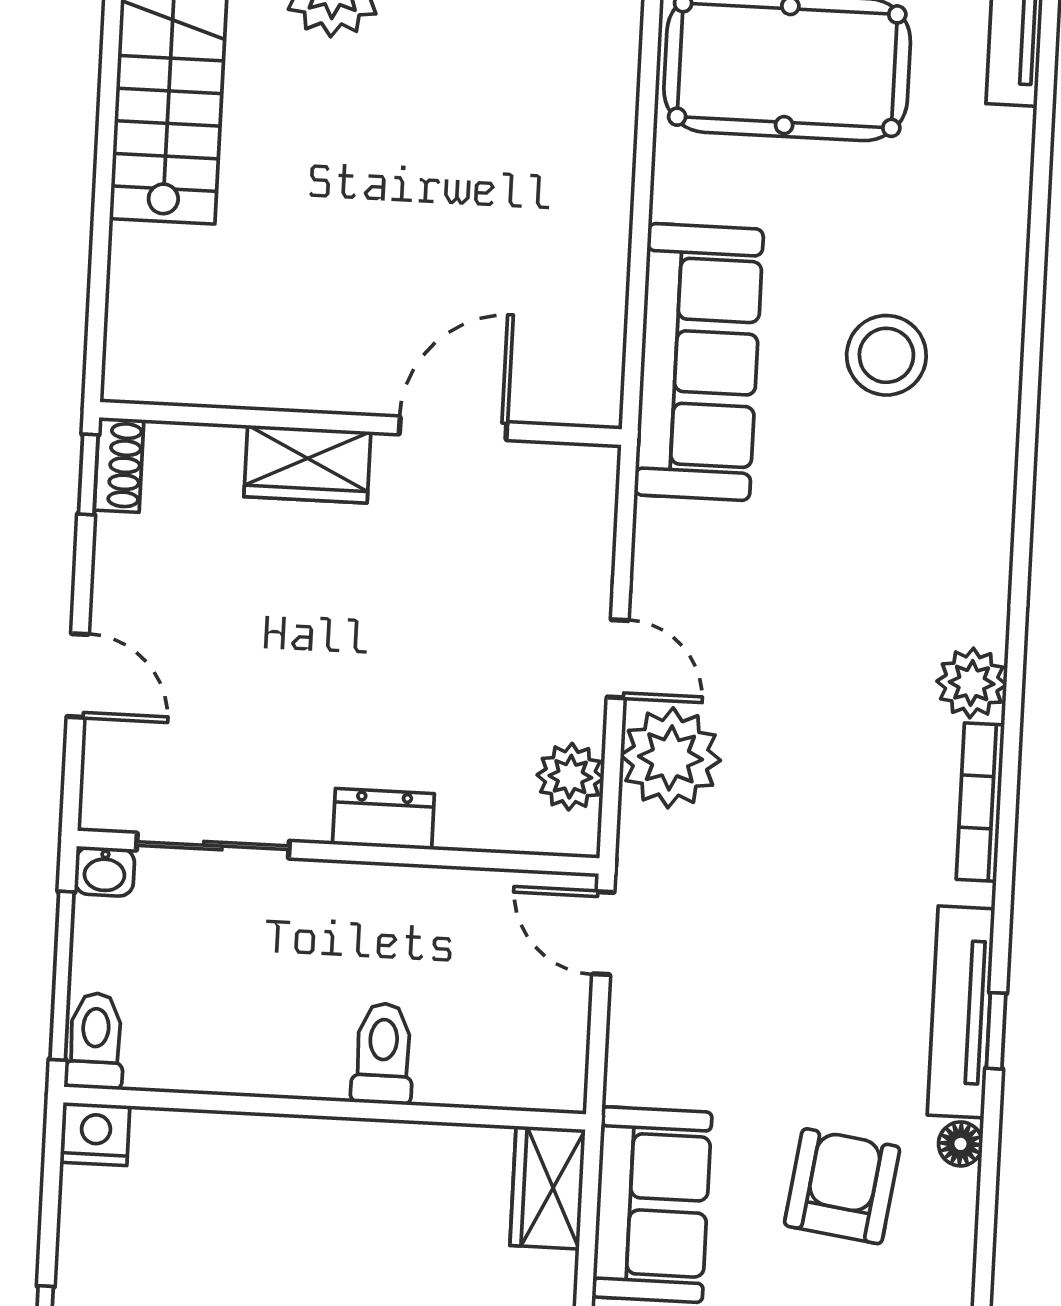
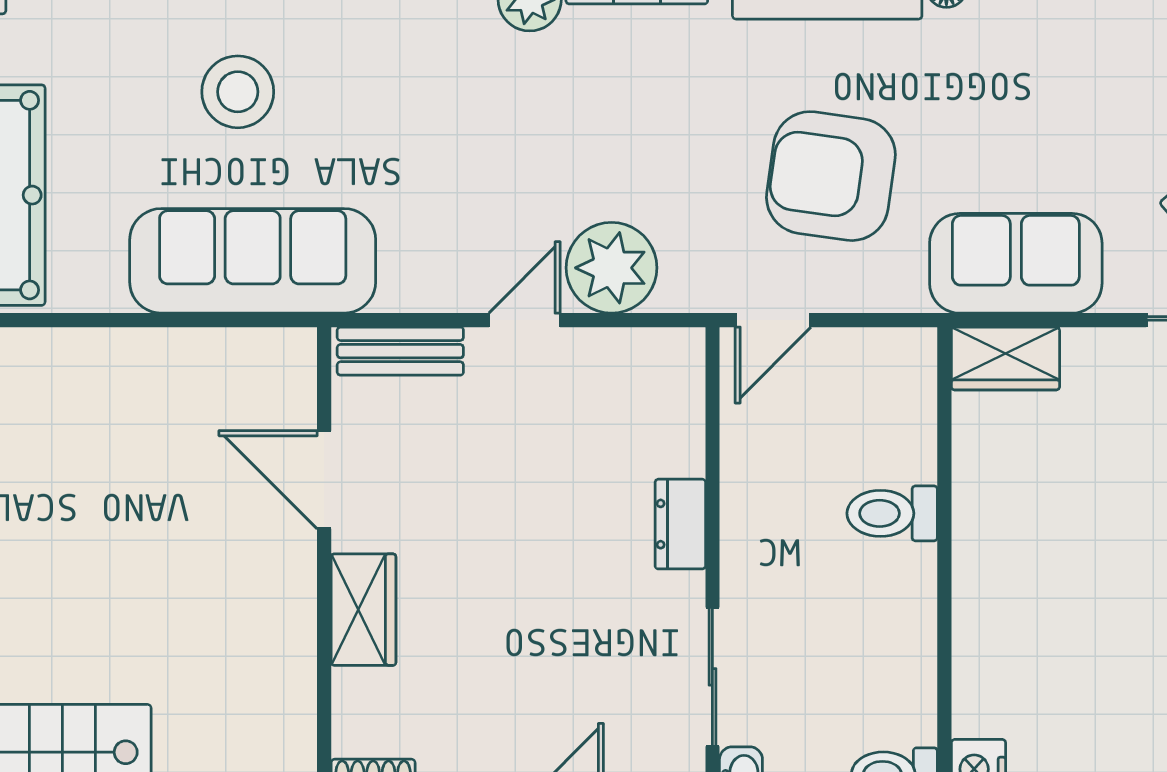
bench: (591, 520) -> (400, 351), added
plant: (570, 777) -> (633, 357), removed
armchair: (842, 1186) -> (831, 176), moved, width x1.36, depth x1.36

